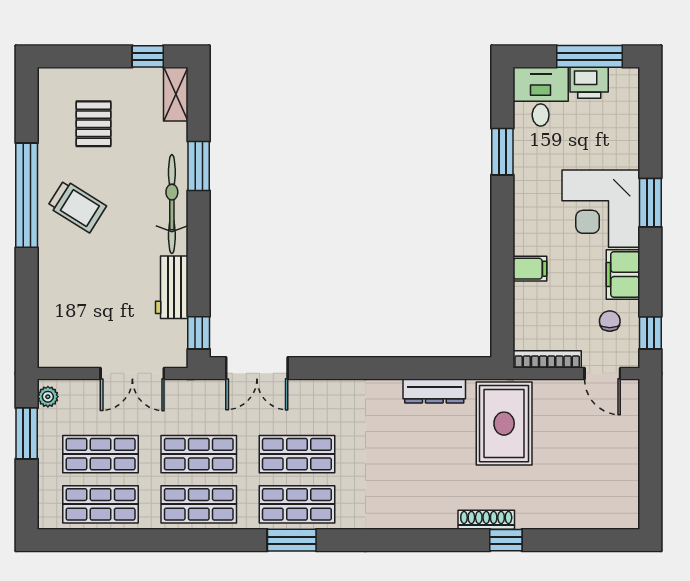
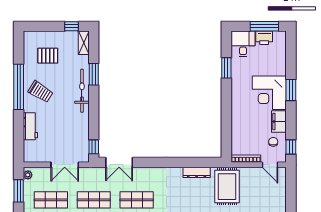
pallet: (94, 124) -> (48, 56), turned 90
filing cabinet: (530, 269) -> (238, 119), removed
workbench: (172, 287) -> (30, 126), moved, turned 180

